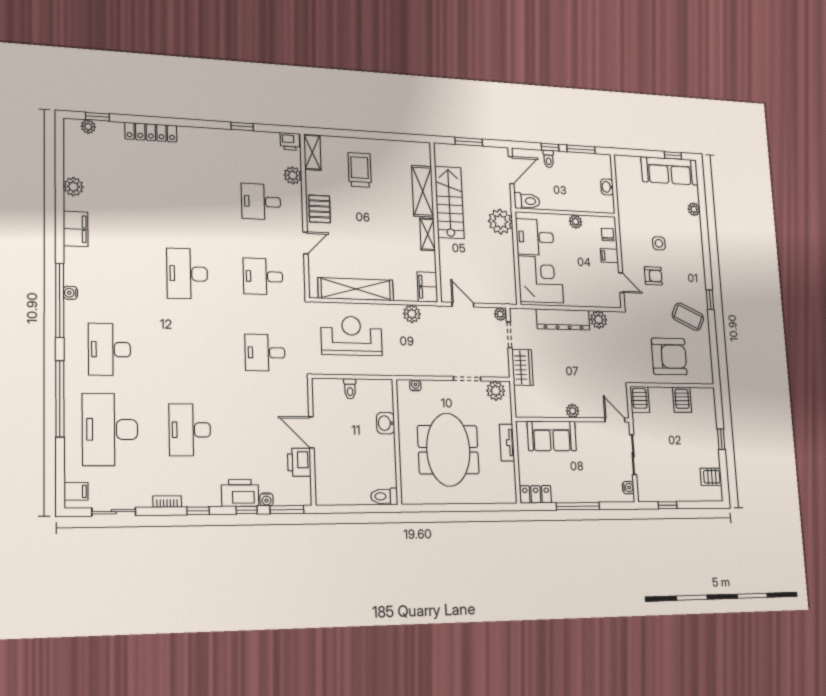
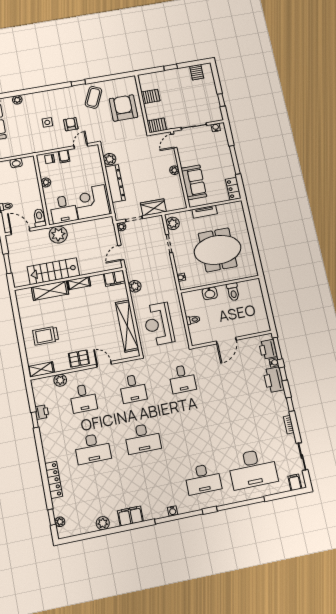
printer: (290, 142) -> (42, 412), moved
desk: (190, 430) -> (93, 448), moved
printer: (299, 462) -> (268, 349), moved, turned 90
toilet: (384, 496) -> (233, 292), moved

